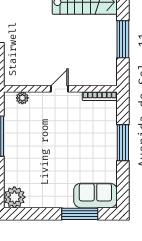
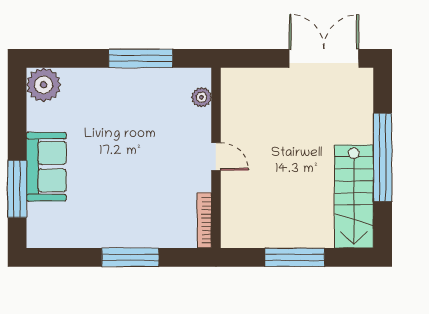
sofa: (95, 196) -> (46, 167), moved

